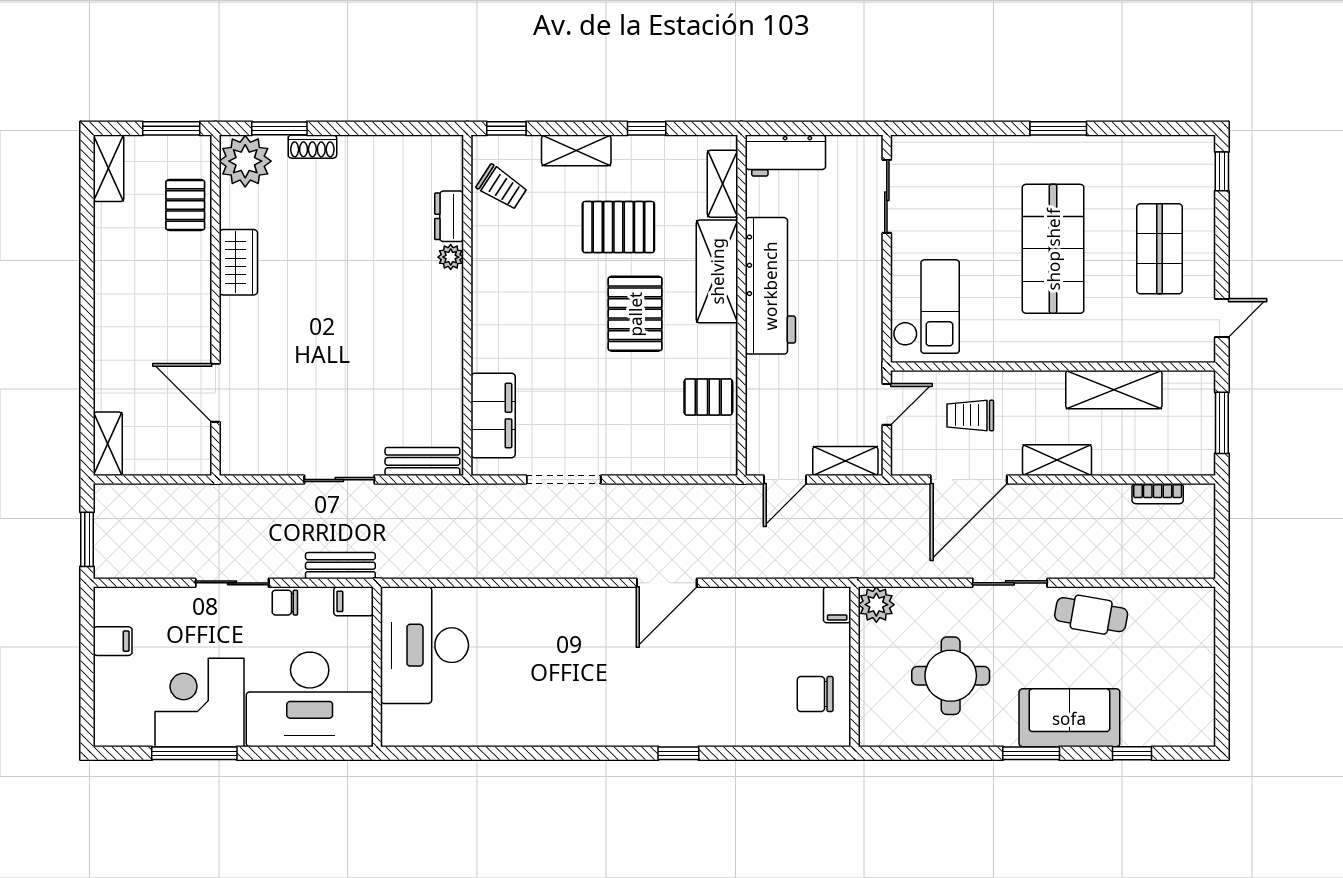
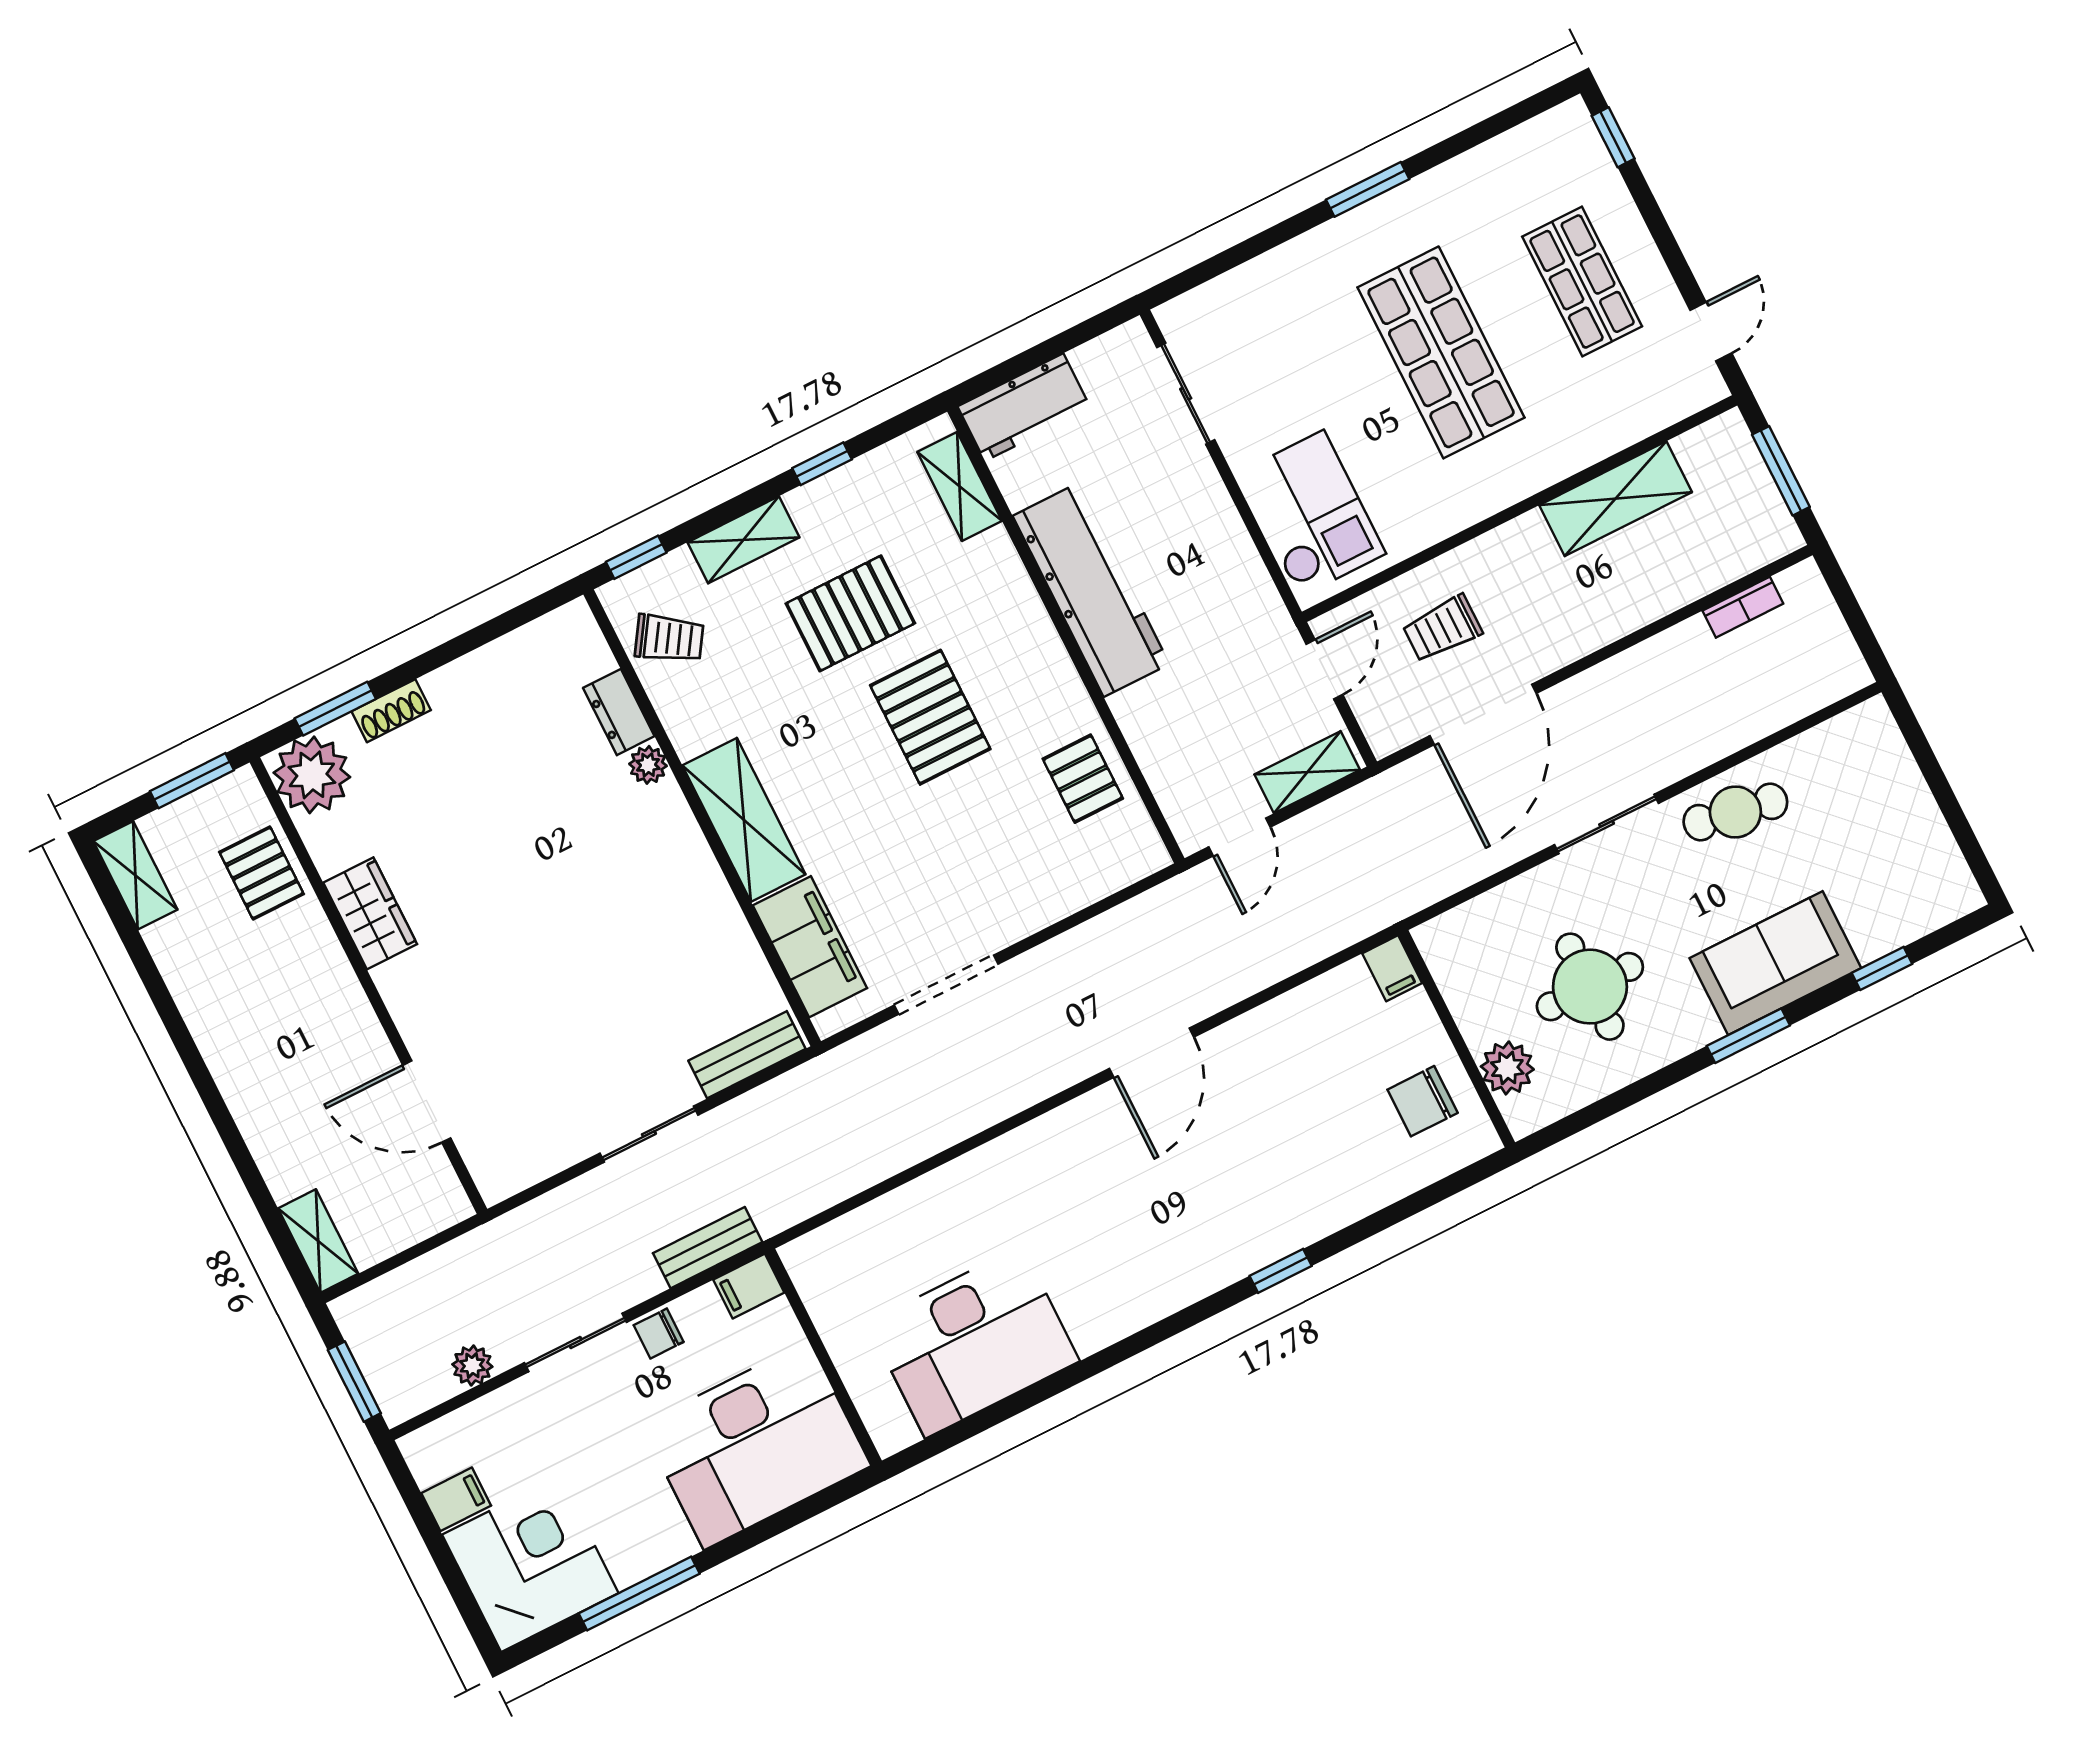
shelving: (717, 271) -> (744, 820), moved
pallet: (708, 397) -> (1083, 779), turned 90
shelving: (1057, 460) -> (1587, 630), removed
plant: (163, 565) -> (472, 1365), added
plant: (876, 605) -> (1507, 1068), moved
desk: (425, 645) -> (973, 1342), moved, turned -90
corner desk: (199, 702) -> (530, 1564), moved, turned 90

